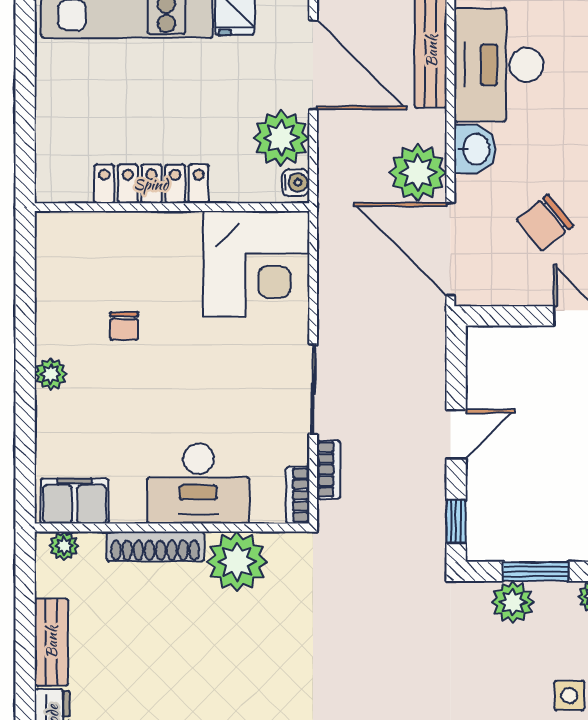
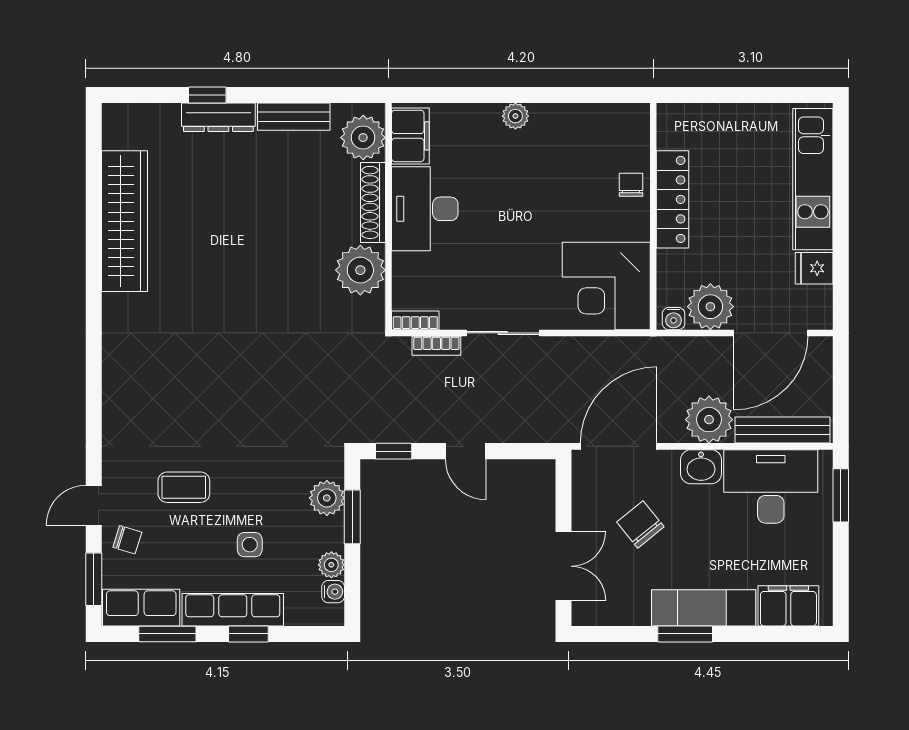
plant: (418, 172) -> (709, 420), moved
chair: (124, 326) -> (631, 185), moved, turned 90
desk: (198, 484) -> (425, 209), moved
plant: (64, 546) -> (363, 138), width x1.88, depth x1.88

